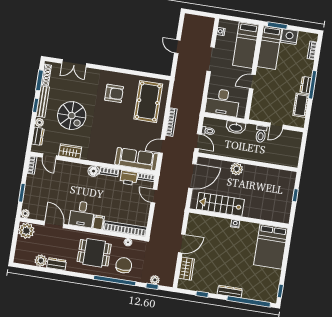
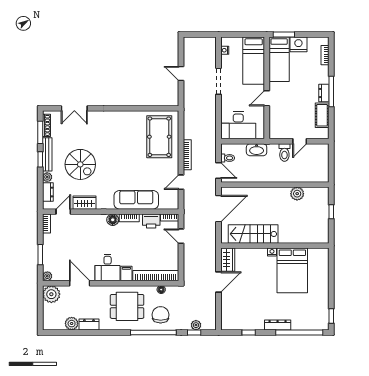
armchair: (114, 93) -> (122, 134), removed
door: (49, 157) -> (63, 212), swing flipped
sofa: (137, 159) -> (136, 200), moved
plant: (237, 169) -> (297, 194), moved
bed: (271, 247) -> (292, 270), moved
wardrobe: (186, 269) -> (228, 260), moved

